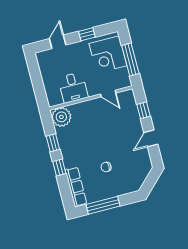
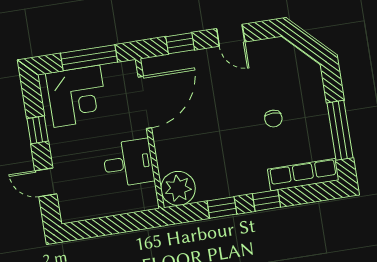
door: (108, 93) -> (145, 102), width x1.87

